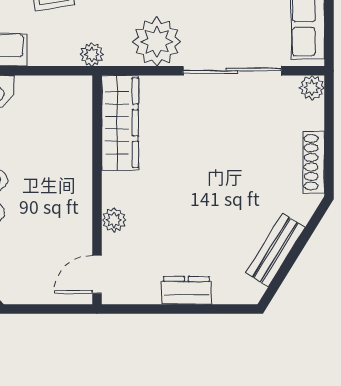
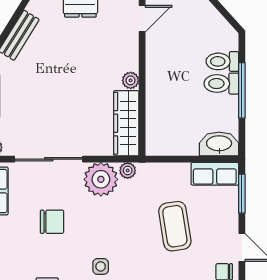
plant: (92, 54) -> (128, 170), moved
plant: (114, 220) -> (131, 80), moved

